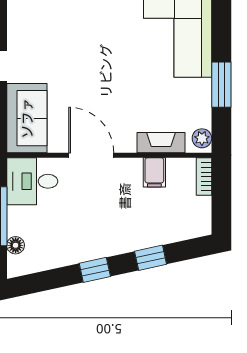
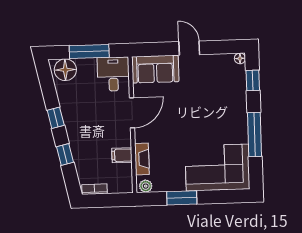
bookcase: (204, 177) -> (95, 189), moved
floor lamp: (16, 245) -> (65, 70), width x1.89, depth x1.89

